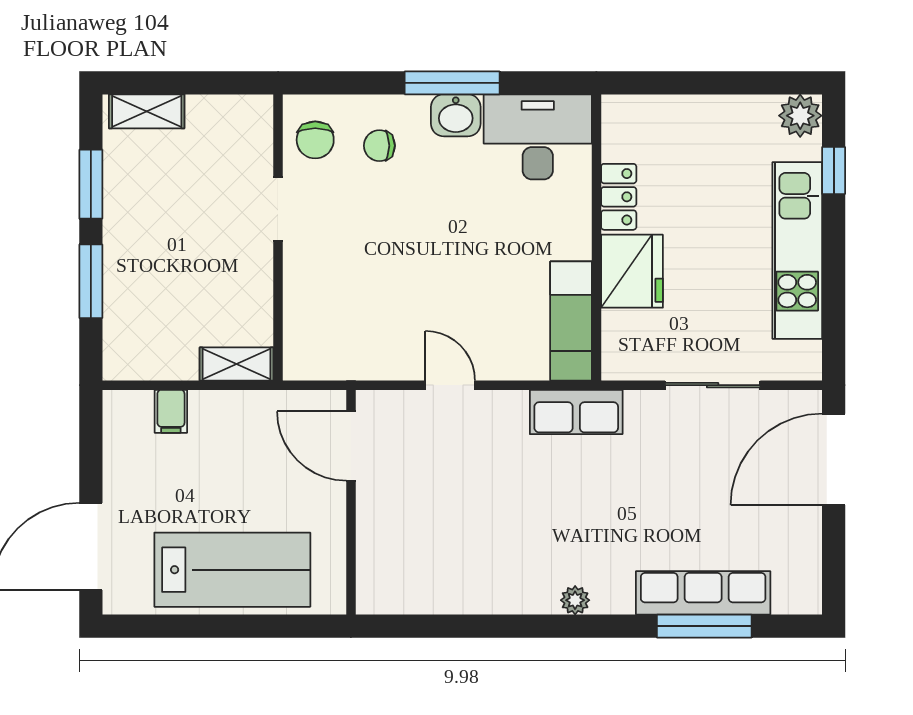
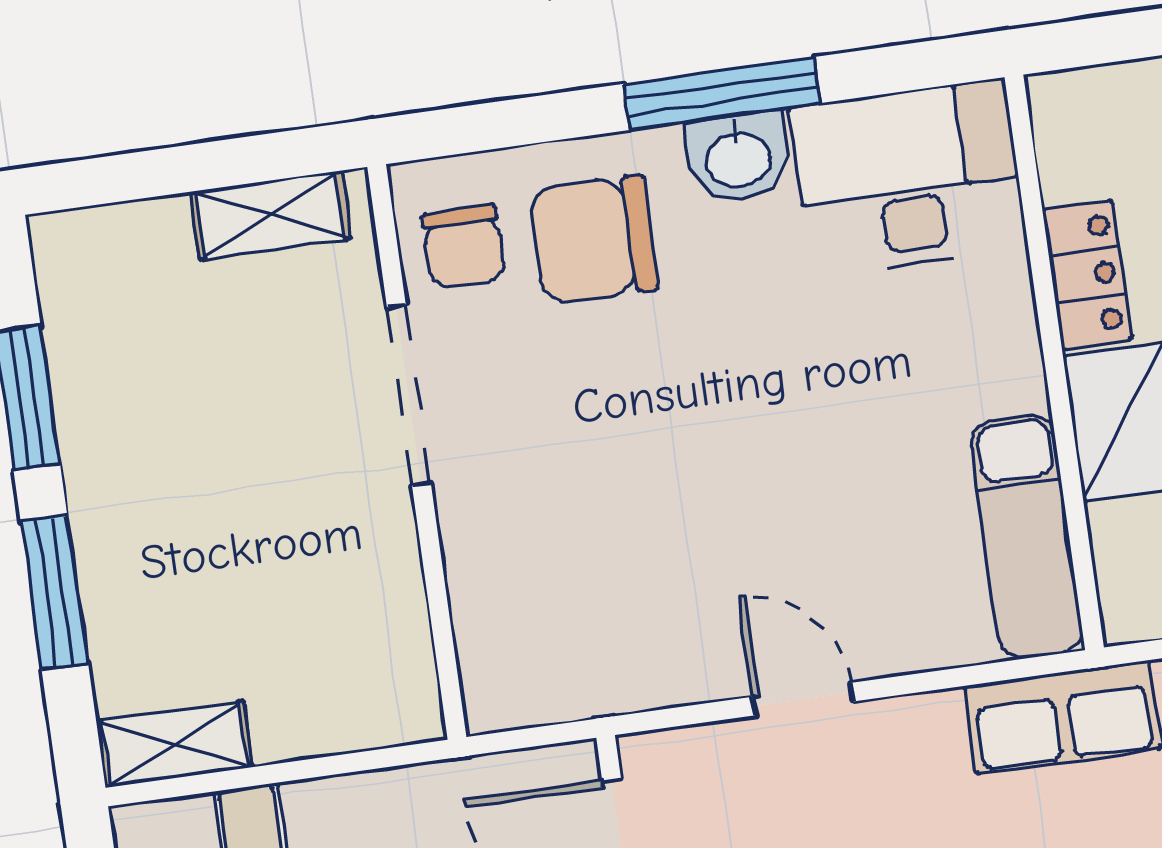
shelving: (147, 111) -> (270, 215), moved
chair: (379, 146) -> (594, 240), width x1.87, depth x1.87
doorway: (278, 209) -> (409, 395), width x1.38
shelving: (237, 364) -> (174, 744), moved

